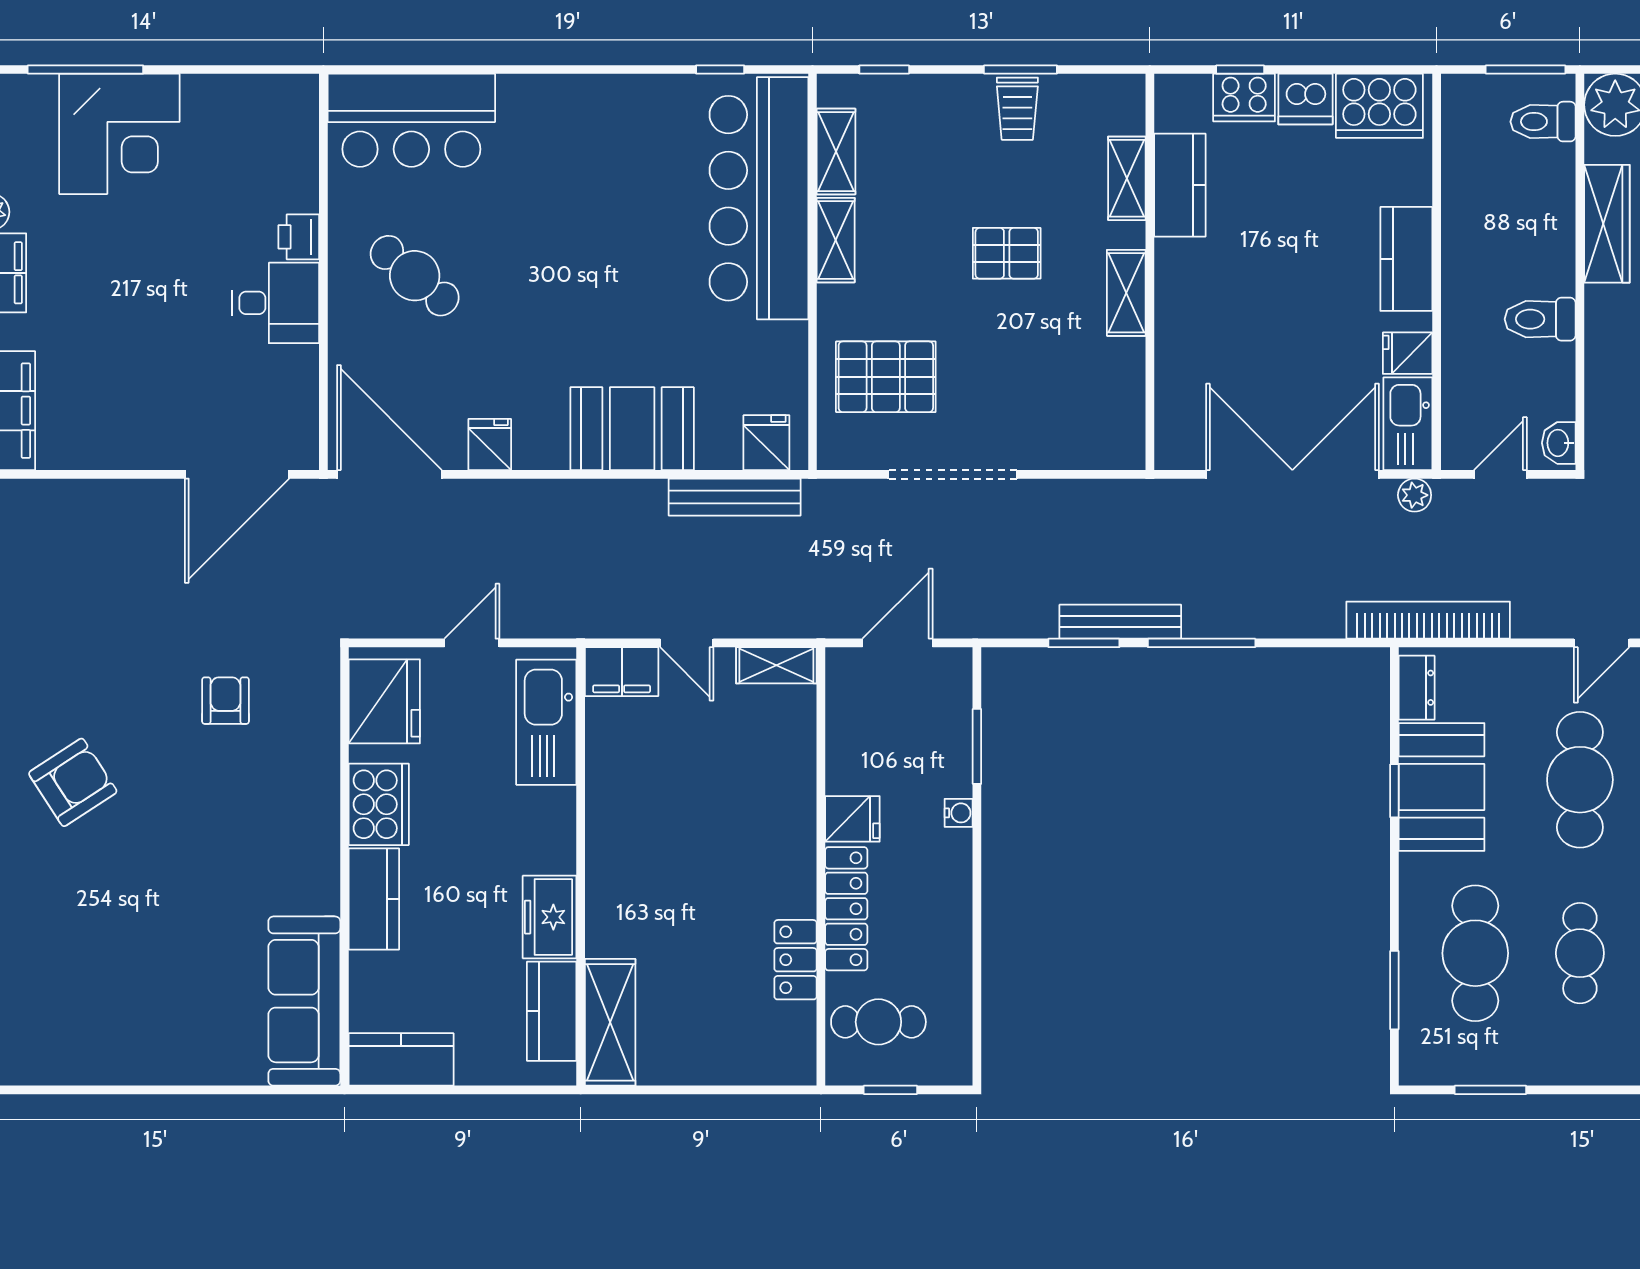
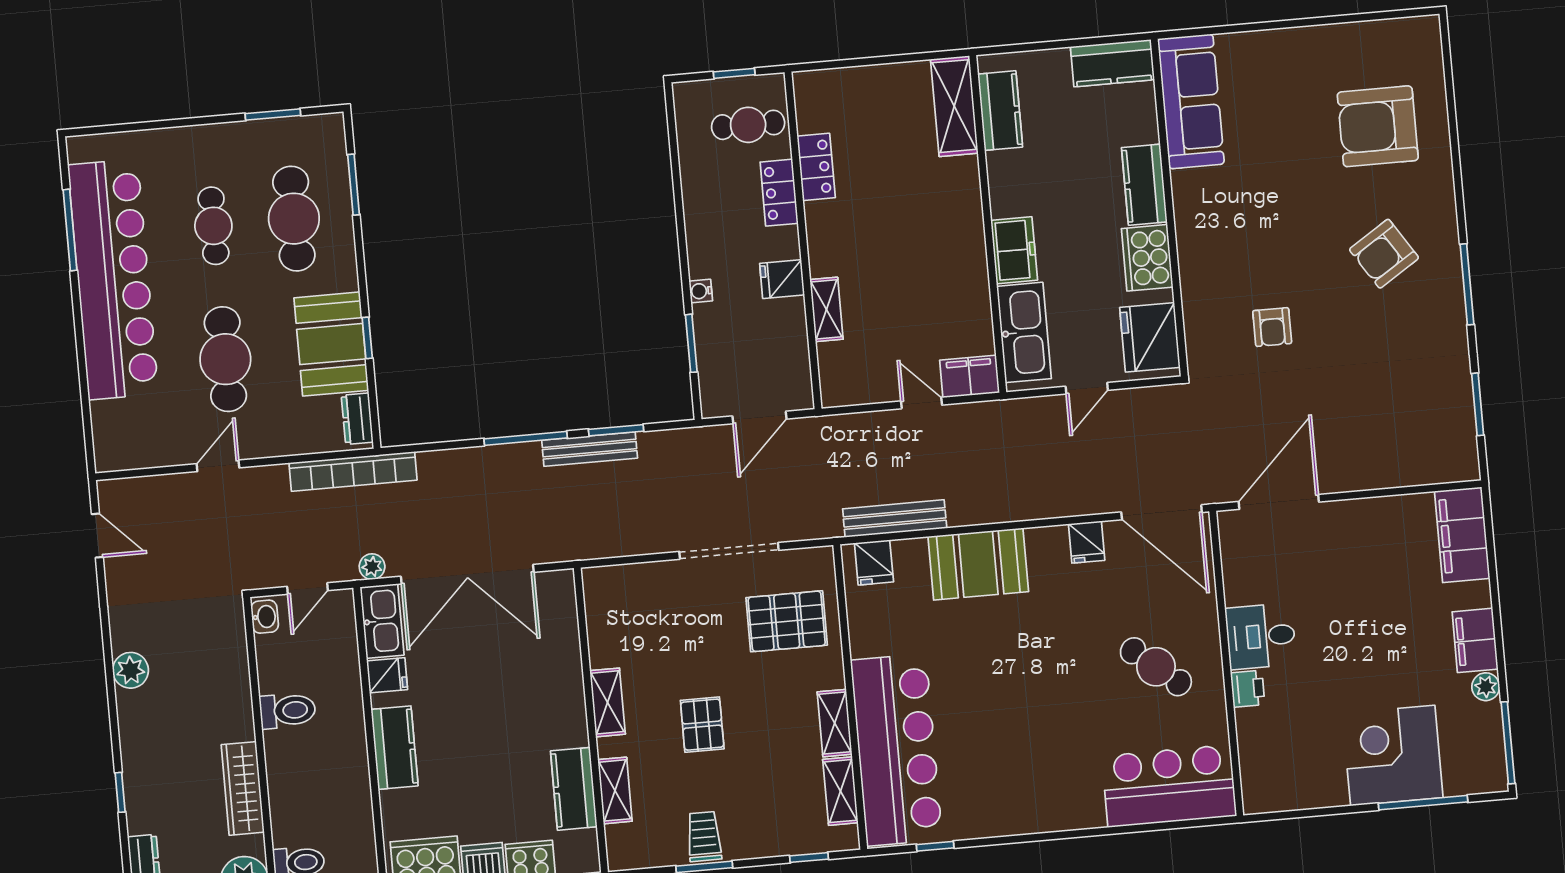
pallet: (1007, 253) -> (702, 725), turned 90
shelving: (776, 665) -> (826, 309), moved, turned 90
locker: (846, 909) -> (779, 193), width x0.66
freezer: (550, 917) -> (1014, 250), moved
armchair: (66, 947) -> (1378, 126), added

